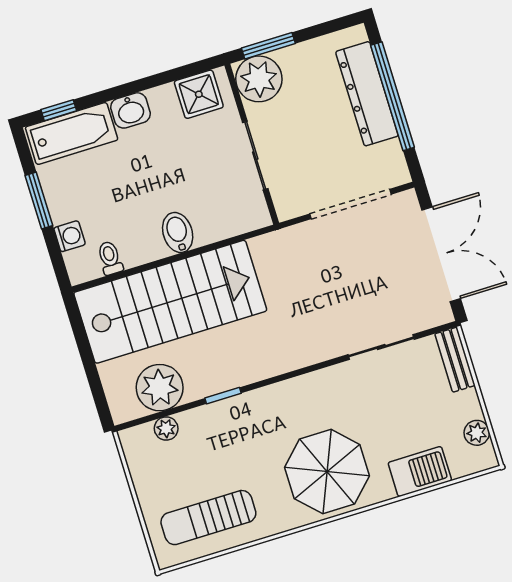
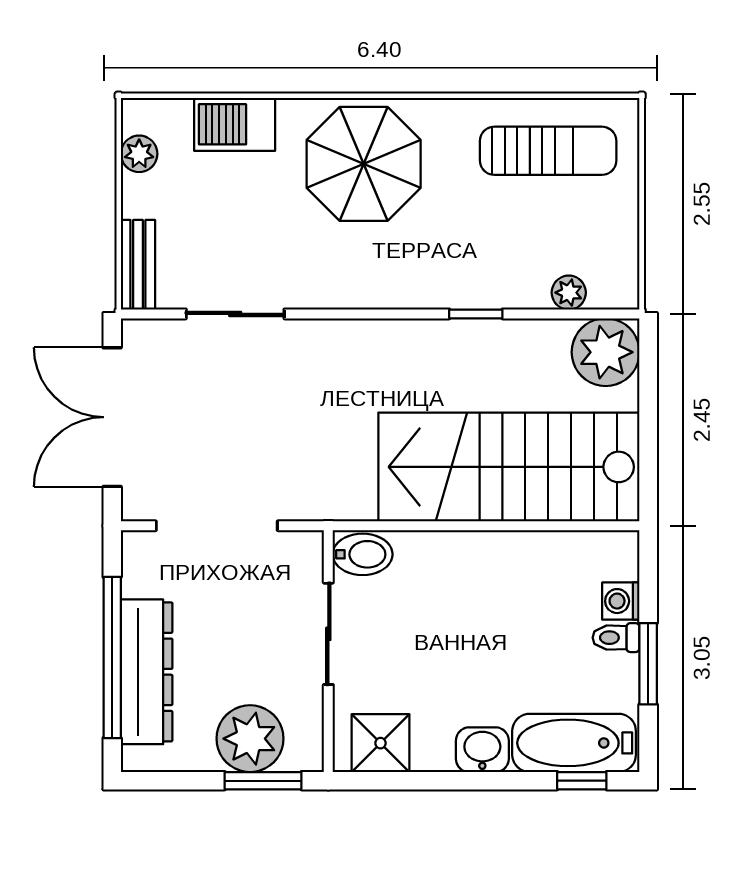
plant: (259, 79) -> (250, 739), moved
bidet: (178, 232) -> (363, 554), moved, turned -90
toilet: (110, 258) -> (616, 638), moved, turned 90
plant: (160, 388) -> (606, 352), moved

